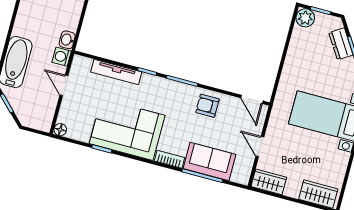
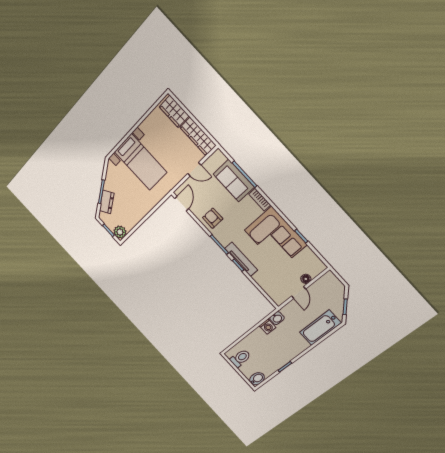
washing machine: (62, 57) -> (268, 327), moved
tv unit: (116, 72) -> (241, 259), moved
armchair: (207, 106) -> (213, 218), turned 180
floor lamp: (60, 130) -> (306, 279), moved
door: (260, 146) -> (194, 169), hinge flipped
wardrobe: (269, 182) -> (198, 136), width x1.50

